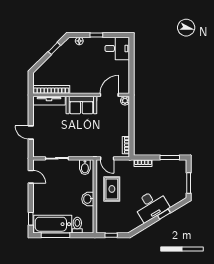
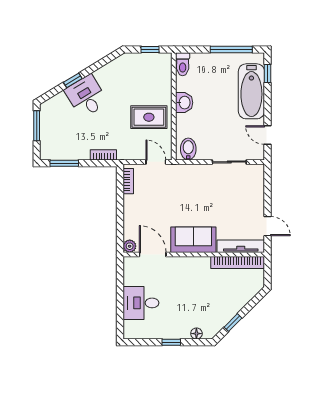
desk: (117, 48) -> (141, 303), moved
door: (109, 95) -> (153, 255), swing flipped
door: (31, 133) -> (268, 226), moved
rug: (112, 189) -> (149, 117), turned 90
desk: (151, 205) -> (86, 96), width x0.73
bathtub: (53, 224) -> (251, 91), moved, turned 90
toilet: (77, 225) -> (183, 64), moved

